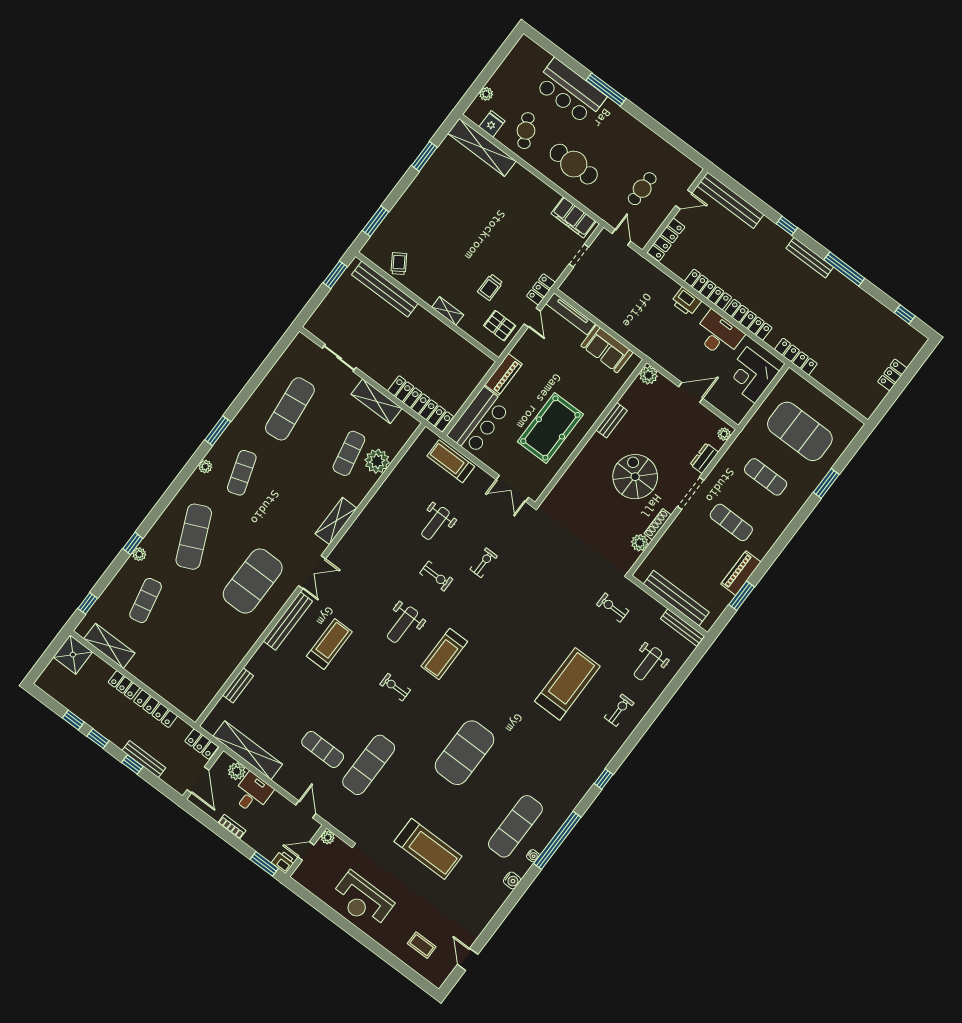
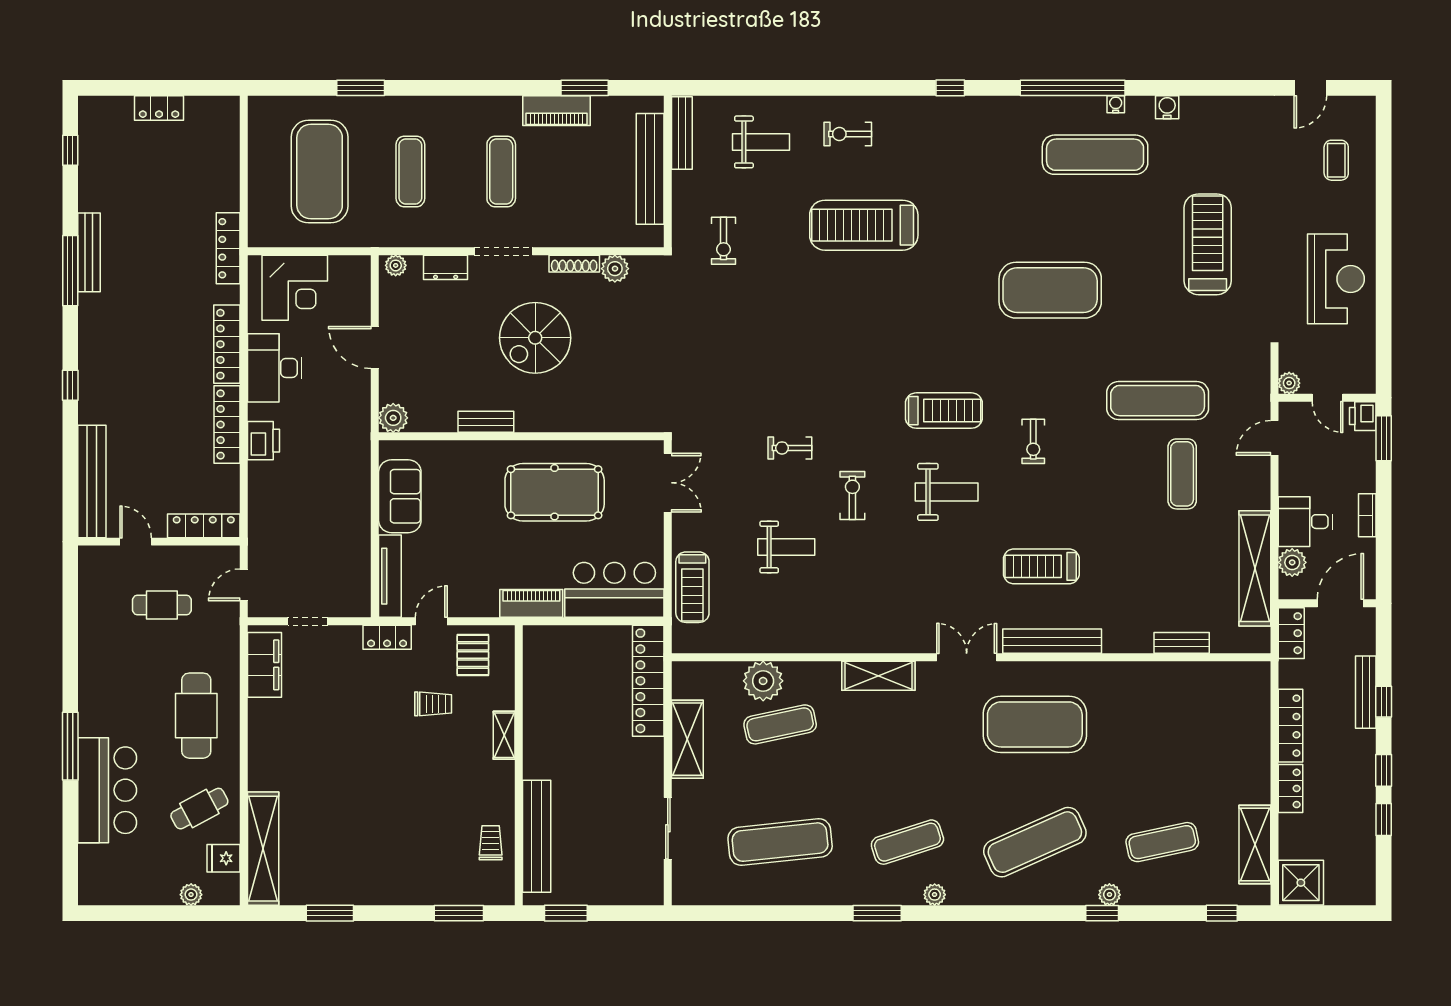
bench: (810, 258) -> (89, 252), moved
trolley: (399, 264) -> (491, 843), turned 123

